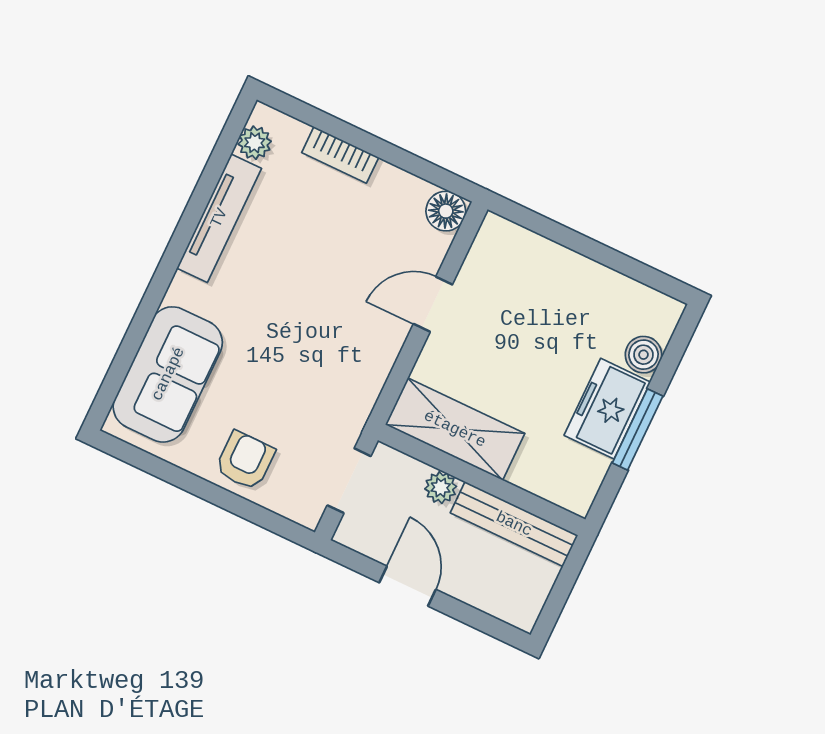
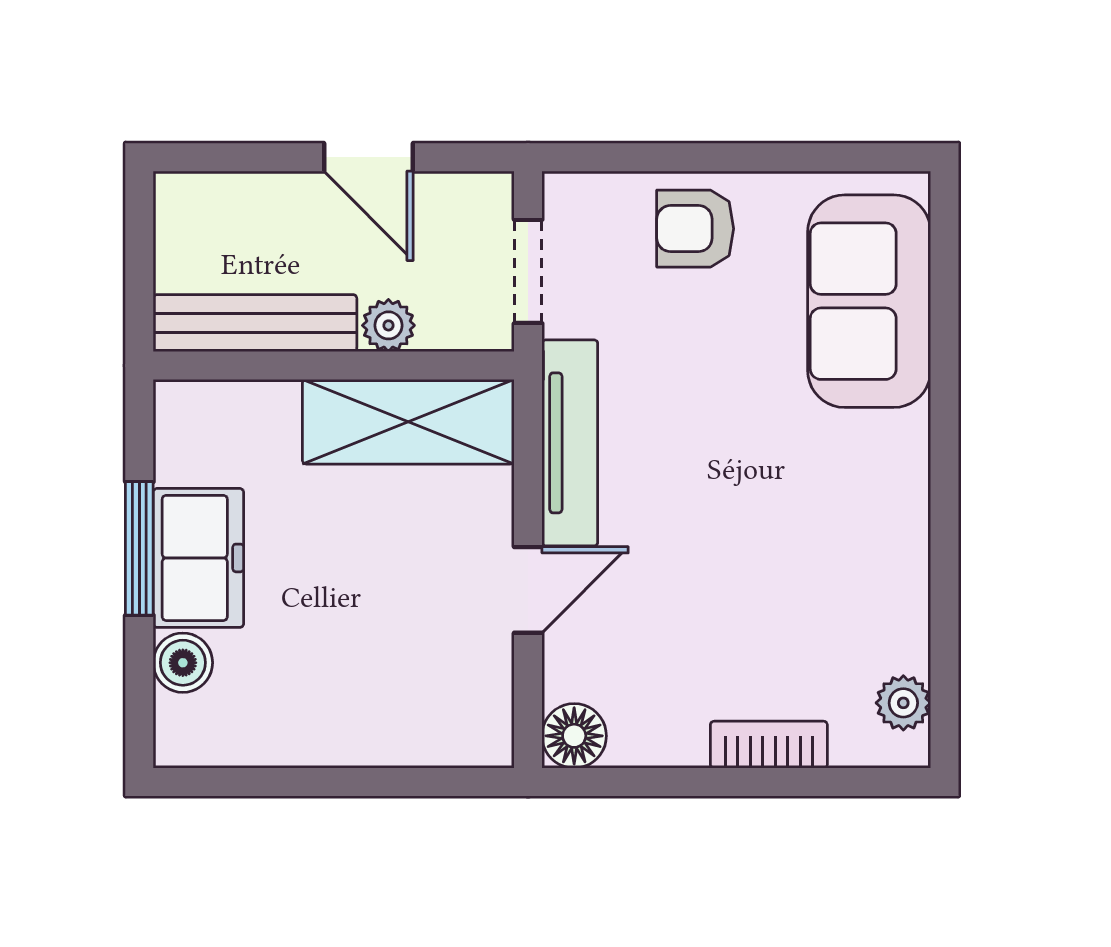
tv unit: (219, 218) -> (570, 443), moved, turned 180
armchair: (245, 460) -> (695, 229), turned 90

